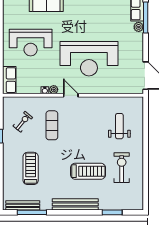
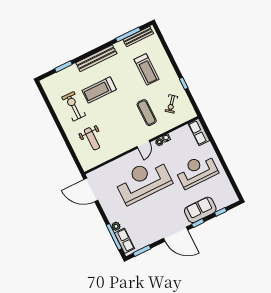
door: (71, 95) -> (143, 144), hinge flipped
exercise bike: (122, 168) -> (74, 106), turned 180

